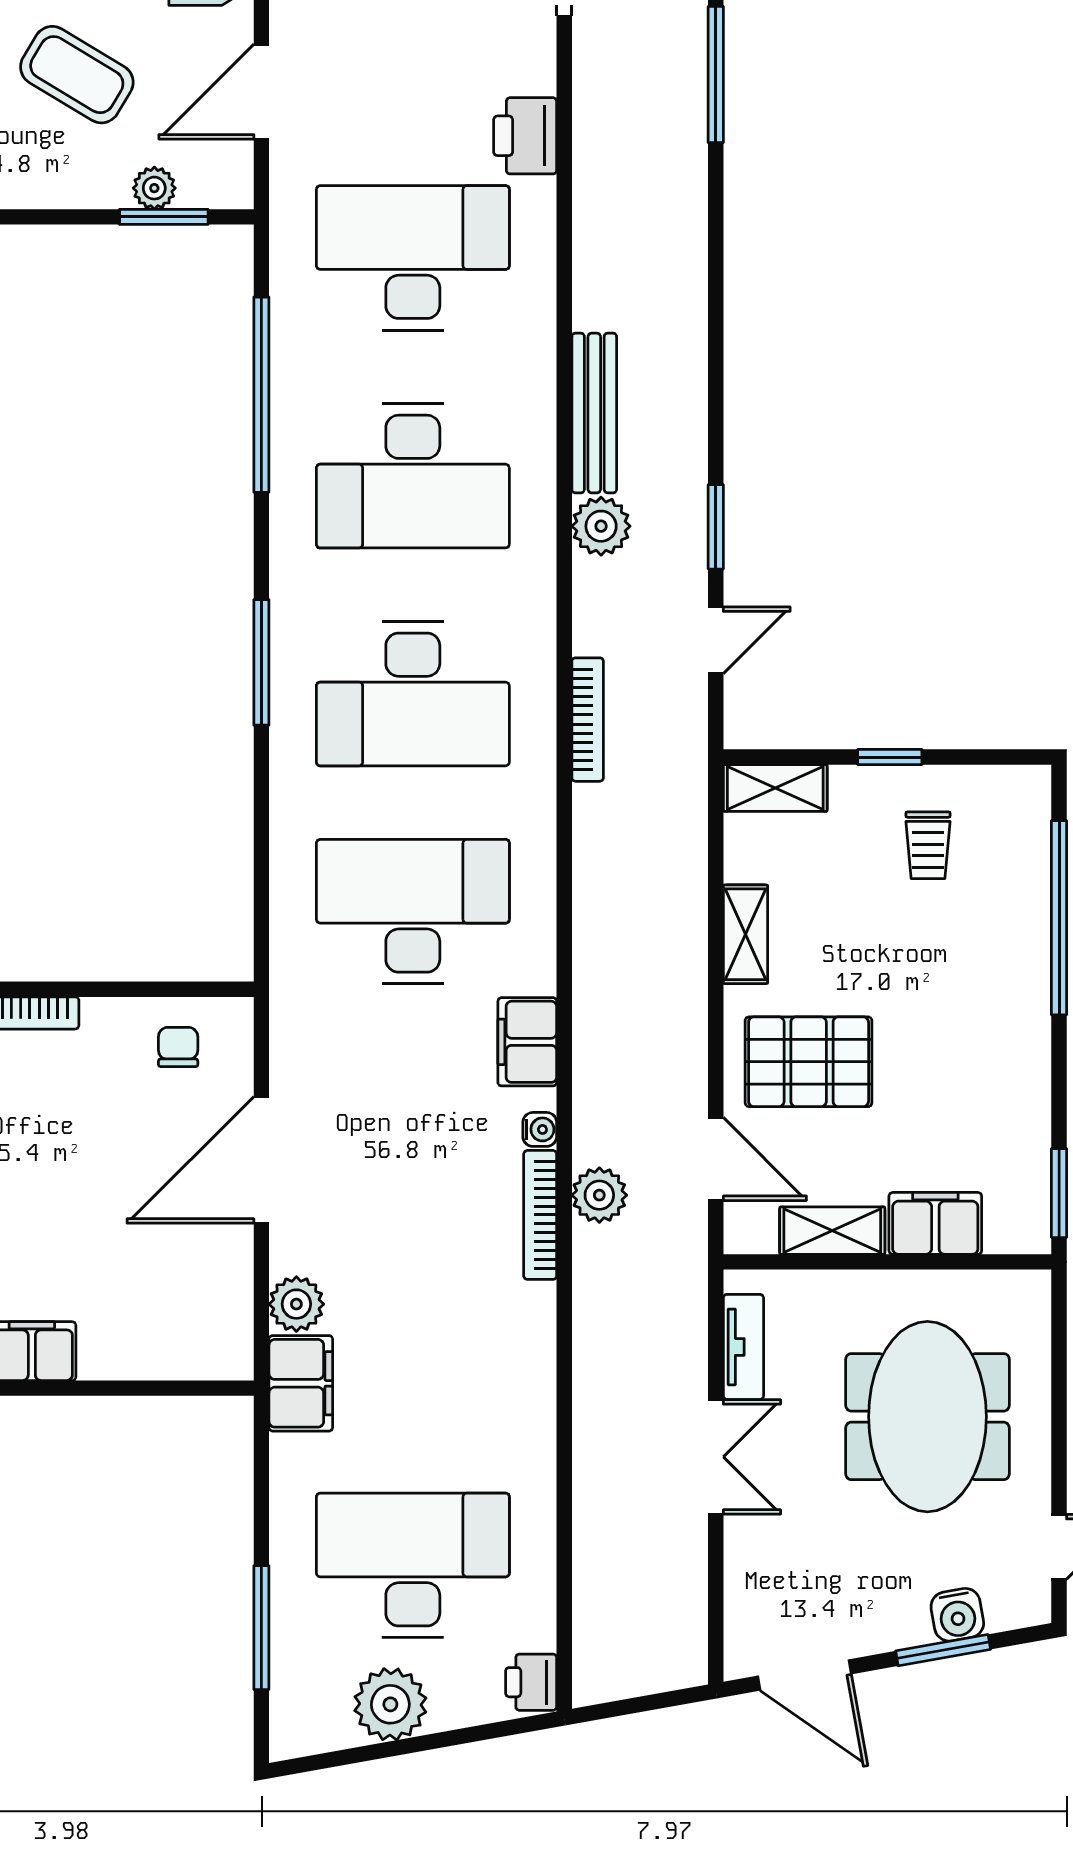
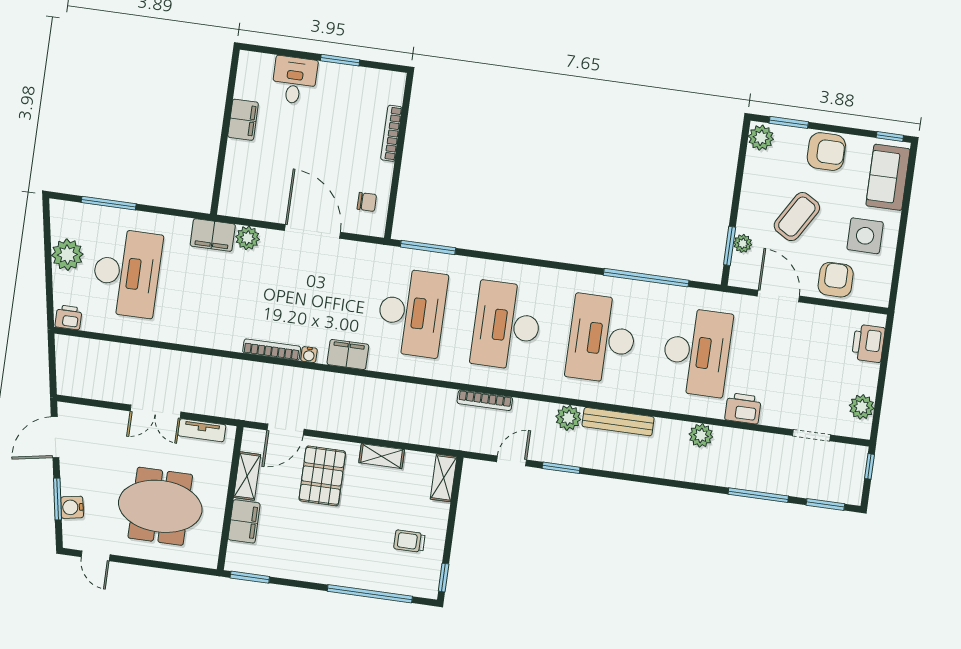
door: (716, 640) -> (512, 461), swing flipped
window: (261, 662) -> (428, 247), moved
window: (890, 757) -> (444, 578), moved
plant: (599, 1195) -> (701, 435), moved

